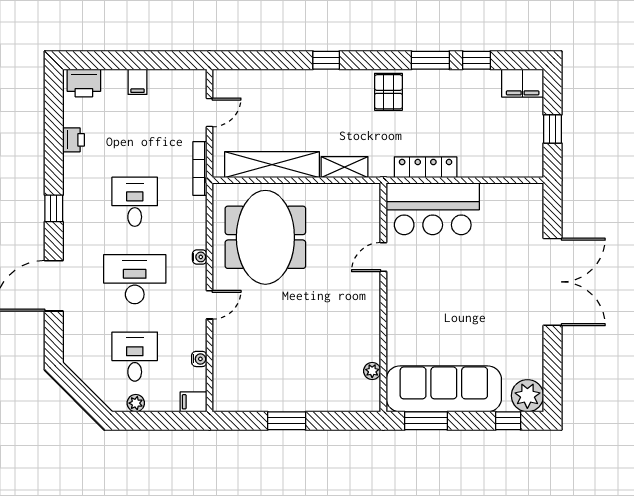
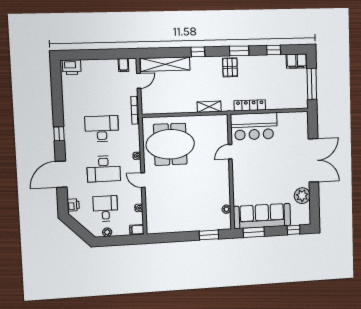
window: (430, 60) -> (239, 51), moved
filing cabinet: (137, 82) -> (123, 65), moved
window: (552, 129) -> (312, 84), width x2.17
printer: (74, 140) -> (73, 205), moved
shelving: (272, 165) -> (165, 64), moved
desk: (135, 202) -> (102, 129), width x1.37
meeting table: (265, 237) -> (170, 144), turned 90
desk: (135, 279) -> (104, 169), turned 180
door: (209, 305) -> (143, 180), swing flipped
plant: (527, 396) -> (302, 196), moved
window: (287, 421) -> (209, 235), moved

